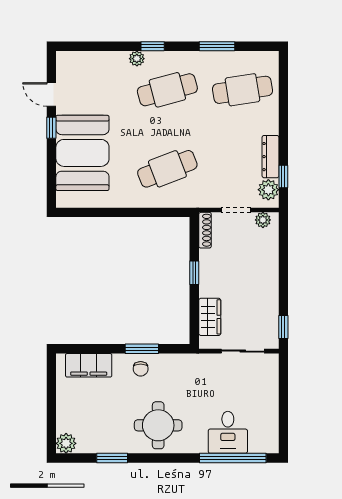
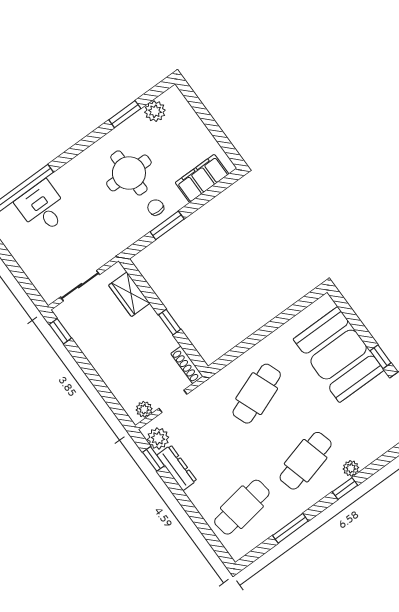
round table: (158, 425) -> (129, 173), moved
plant: (66, 443) -> (155, 111), moved

